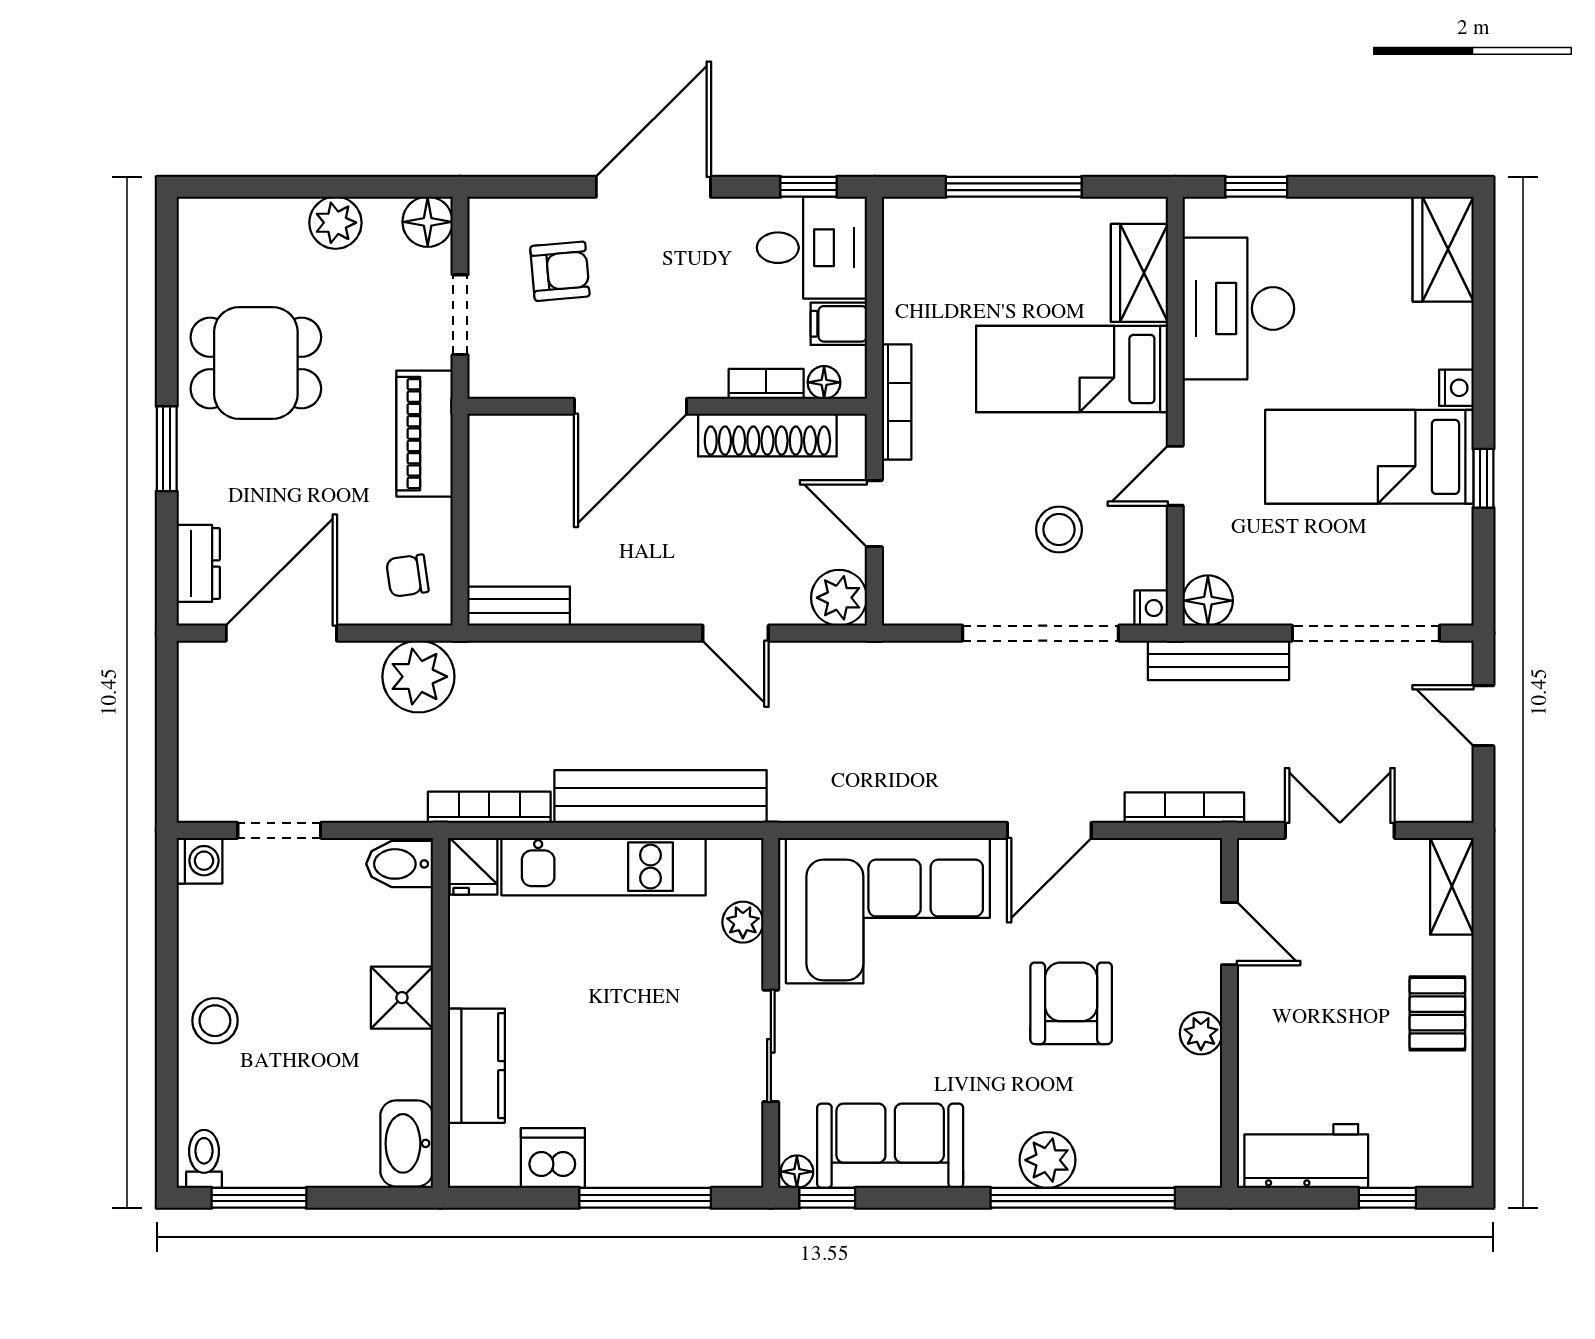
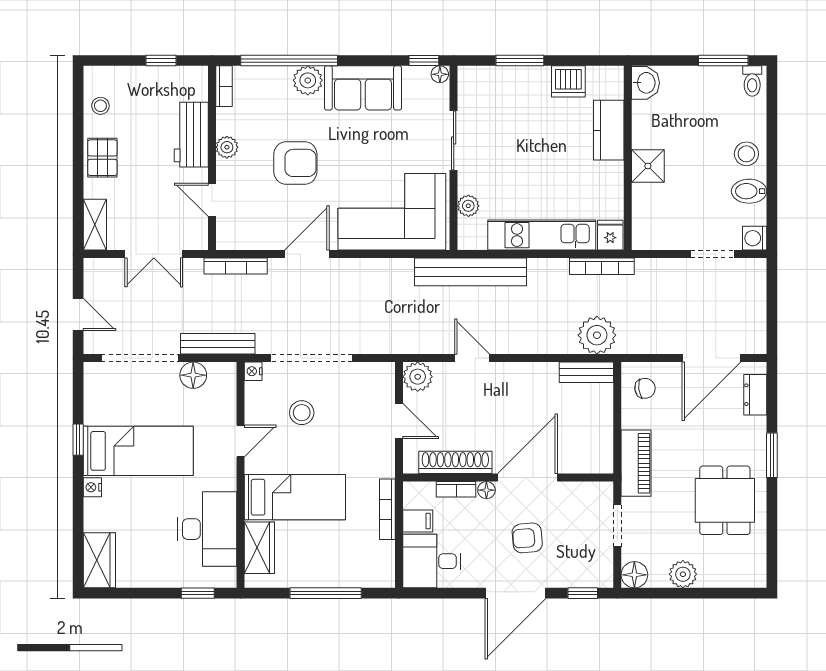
window: (809, 187) -> (583, 593), moved
armchair: (560, 271) -> (527, 538), moved
dining table: (256, 363) -> (725, 500), turned 90
floor lamp: (824, 382) -> (486, 490), moved
bookcase: (897, 402) -> (387, 509), moved
floor lamp: (1208, 601) -> (193, 375), moved
plant: (418, 677) -> (597, 335), moved
bench: (661, 797) -> (471, 272), moved
bidet: (400, 864) -> (749, 191), moved, turned 180
armchair: (1071, 1003) -> (295, 163), turned -90
stool: (1441, 1112) -> (100, 106), added
washbasin: (407, 1143) -> (645, 83), width x0.72
sofa: (890, 1146) -> (363, 88), moved
bookcase: (1207, 1149) -> (224, 86), added
workbench: (1306, 1156) -> (191, 135), moved, turned 90
window: (645, 1198) -> (520, 61), width x0.69
window: (1387, 1198) -> (161, 61), moved

